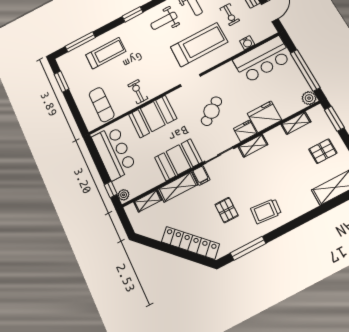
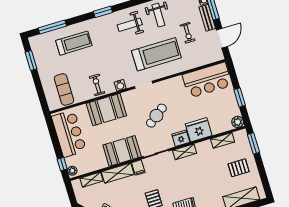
water cooler: (247, 43) -> (120, 85), moved
window: (305, 70) -> (240, 98), width x0.47

